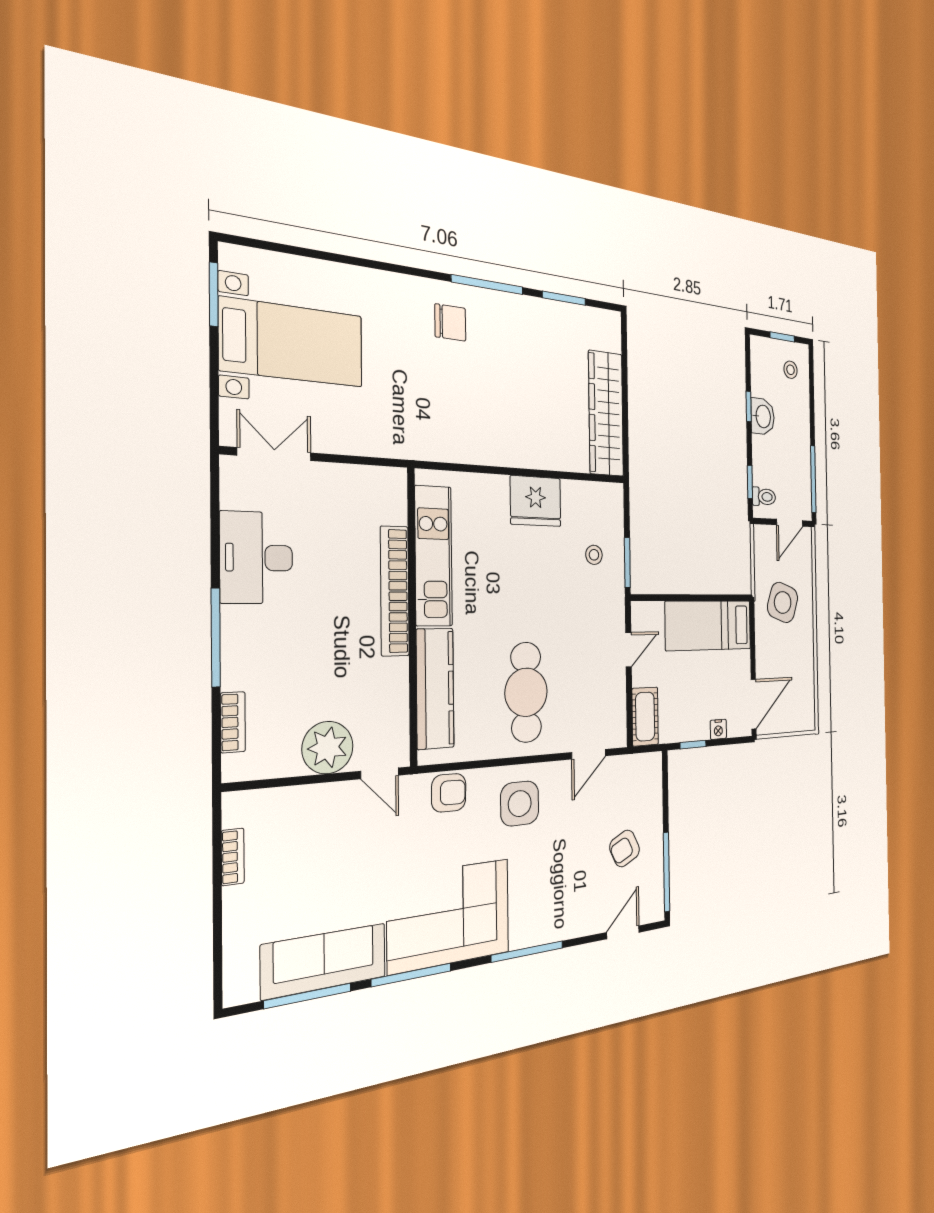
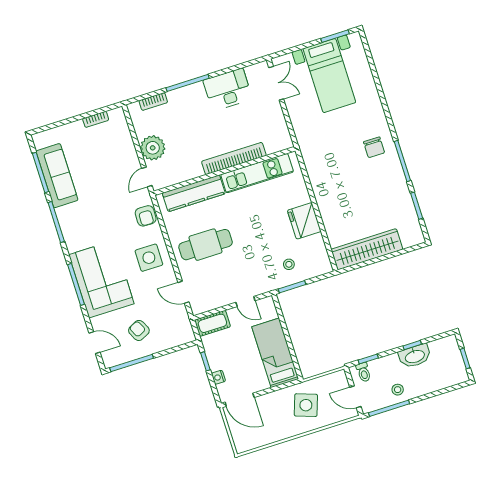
stool: (791, 370) -> (398, 390), moved
washbasin: (763, 416) -> (415, 356), width x1.38
corner sofa: (449, 916) -> (101, 279), moved

